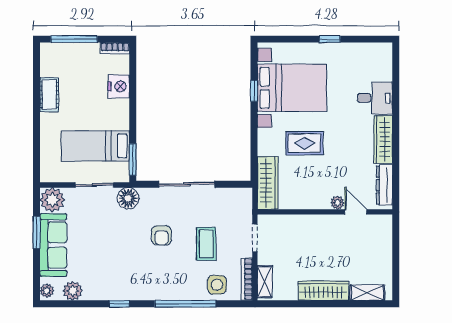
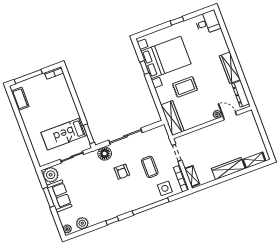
nightstand: (119, 86) -> (65, 94), removed
cot: (49, 95) -> (20, 99), moved
desk: (375, 98) -> (208, 22), moved
floor lamp: (128, 198) -> (105, 154), moved
sofa: (53, 245) -> (59, 196), width x0.73

